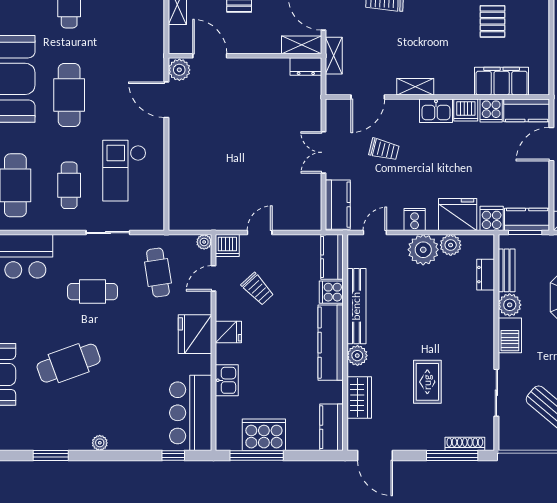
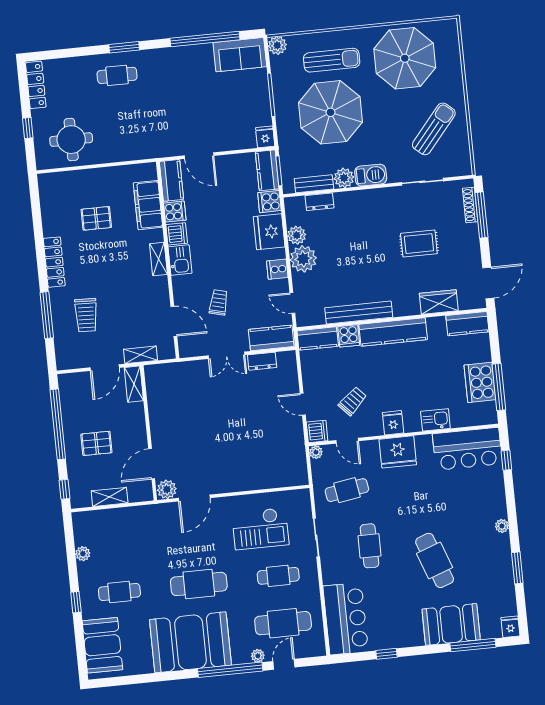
dresser: (306, 67) -> (262, 361), moved, turned 90
shelving: (415, 87) -> (158, 259), moved
plant: (357, 356) -> (402, 307), removed

